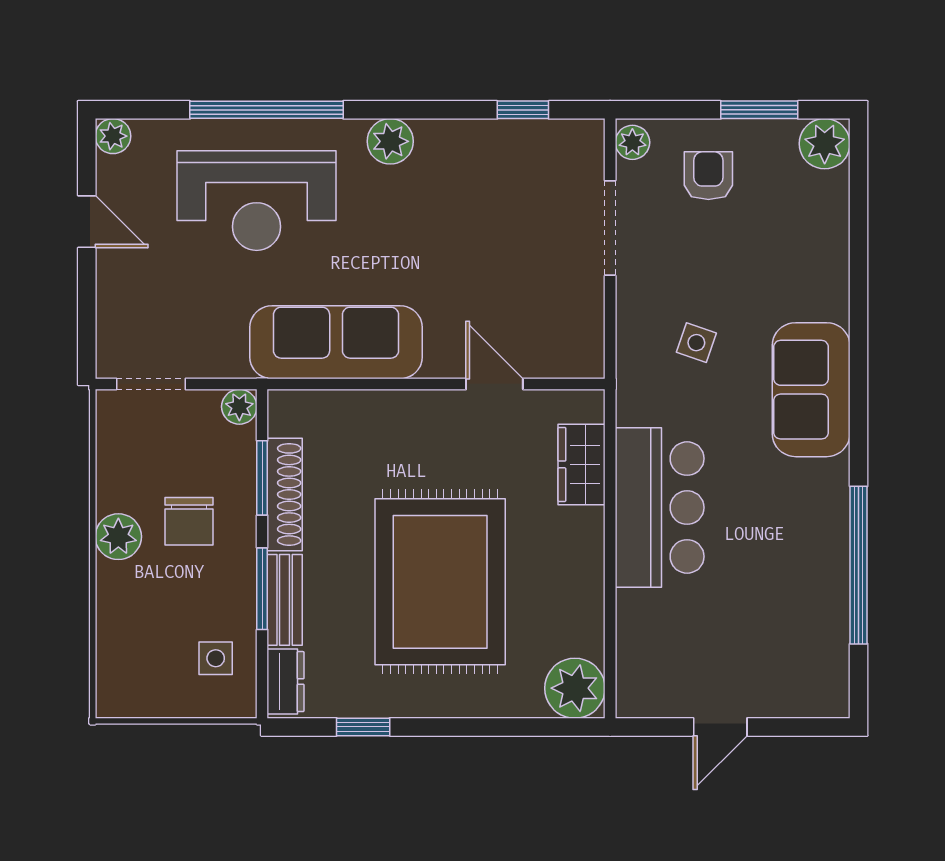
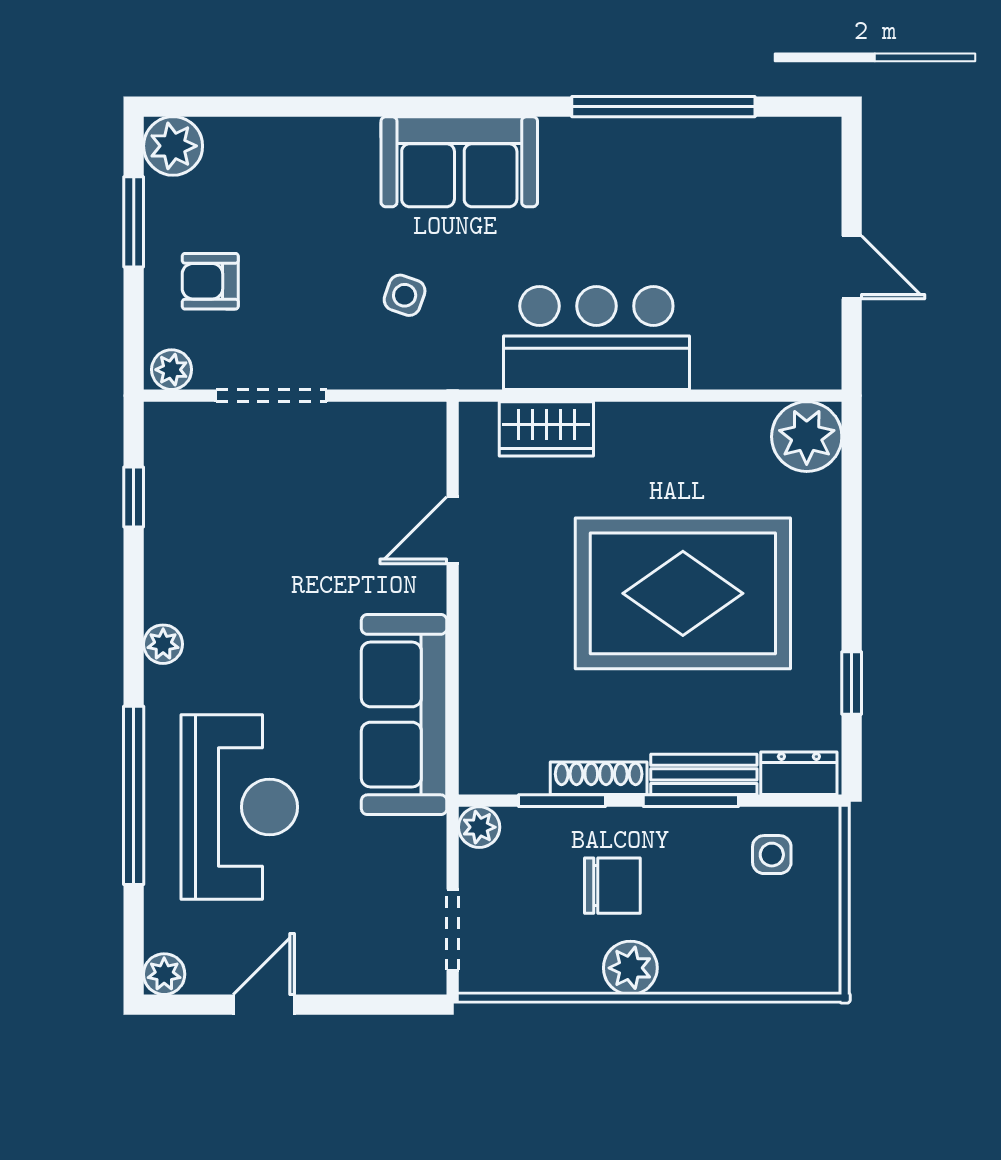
plant: (390, 141) -> (163, 644), width x0.73, depth x0.73
shoe rack: (285, 494) -> (599, 778), width x0.74, depth x0.81

